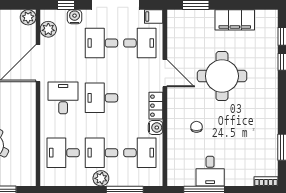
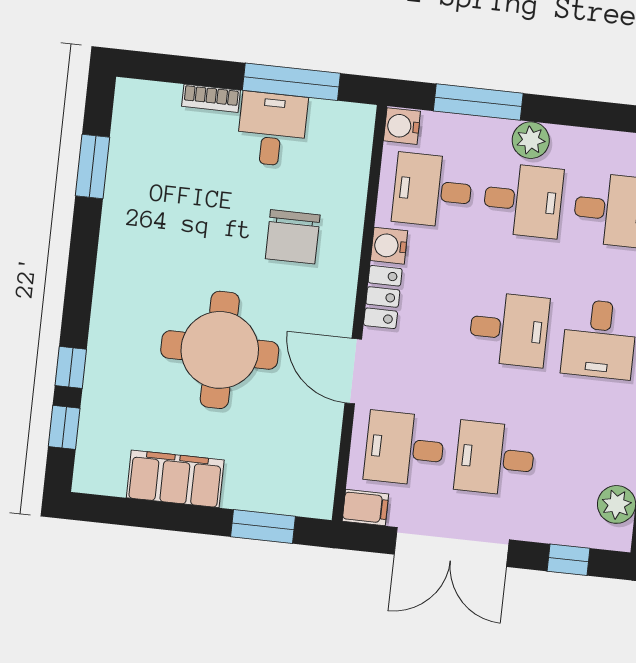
water cooler: (75, 17) -> (402, 126), moved, turned 90
desk: (101, 43) -> (495, 458), turned 180
chair: (196, 127) -> (293, 237), width x1.87, depth x1.87
bookcase: (266, 181) -> (211, 98), moved

